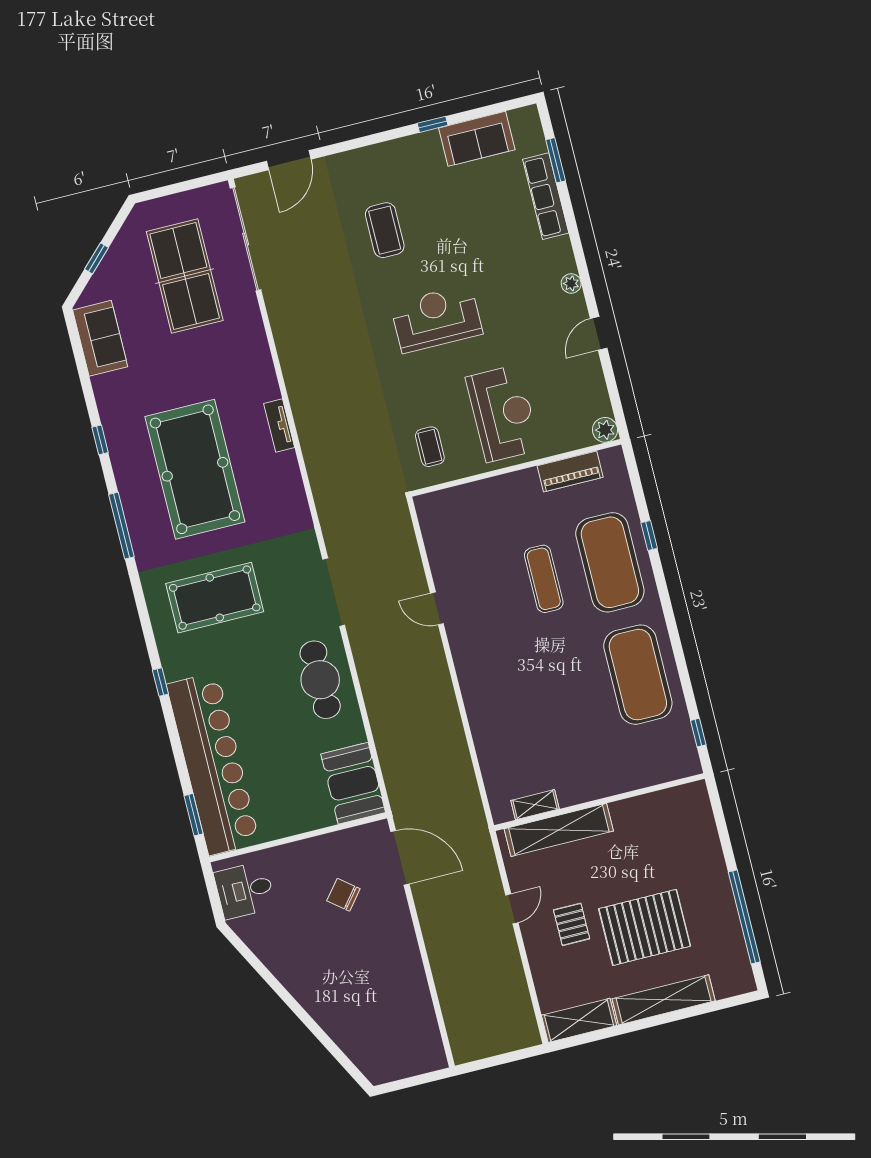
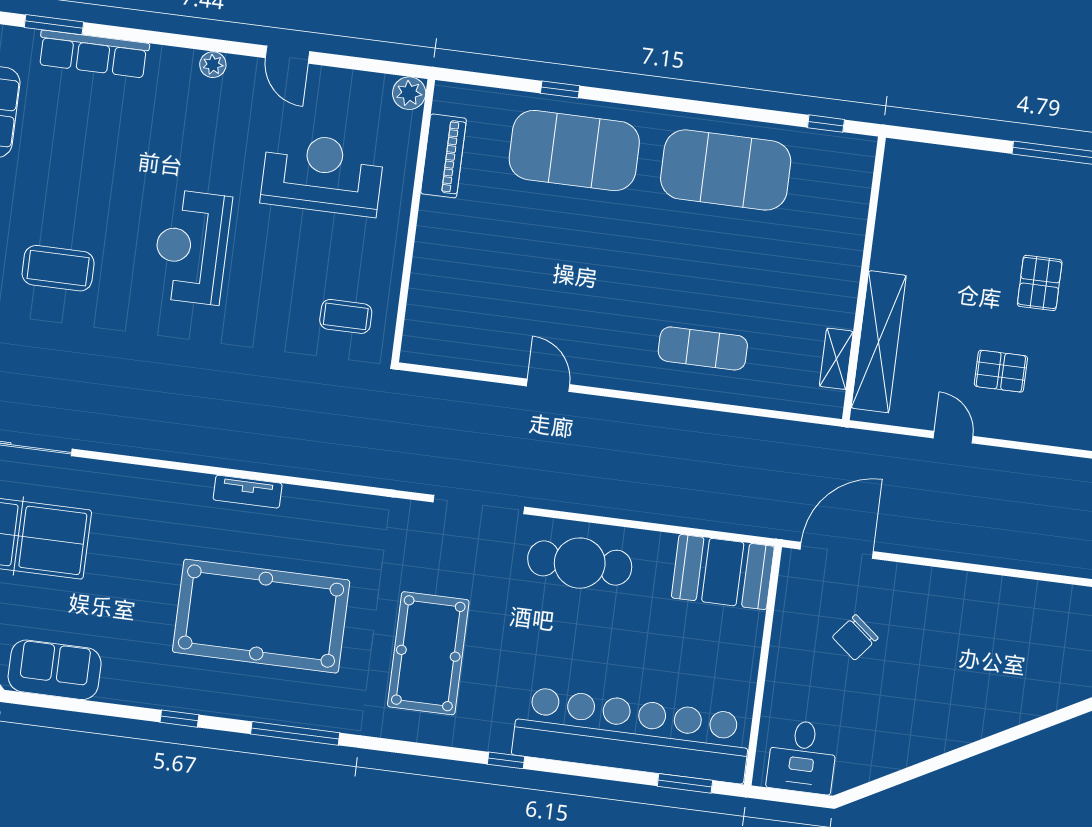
reception desk: (503, 413) -> (322, 174), moved
exercise mat: (544, 579) -> (703, 348), moved
door: (437, 608) -> (548, 385), swing flipped
pallet: (645, 927) -> (1040, 283), width x0.49, depth x0.50

